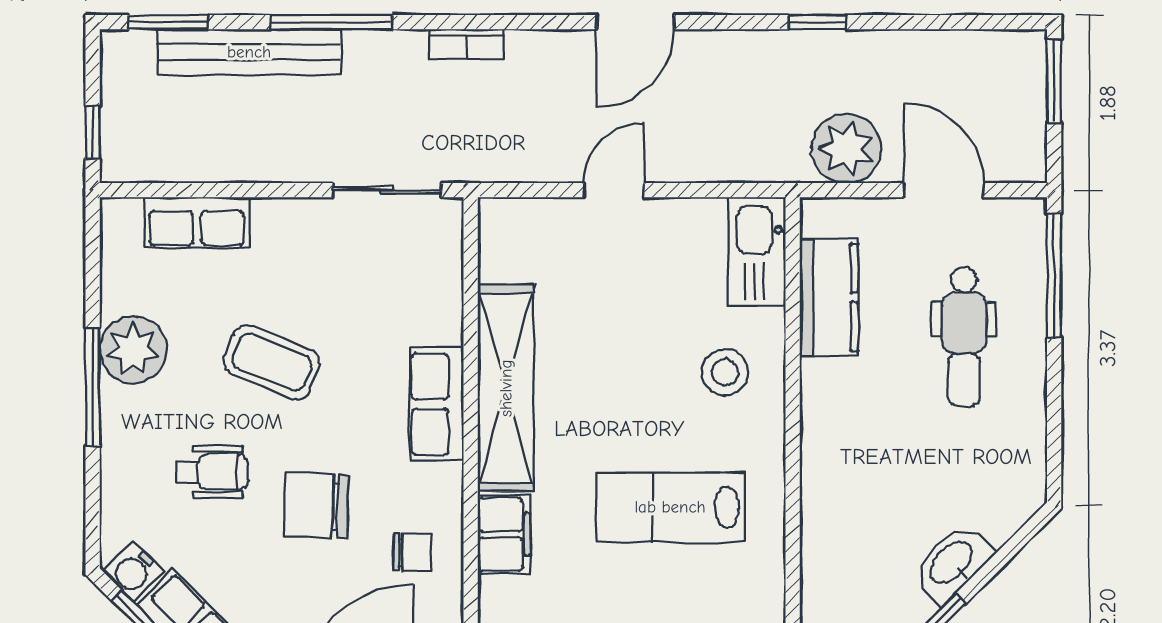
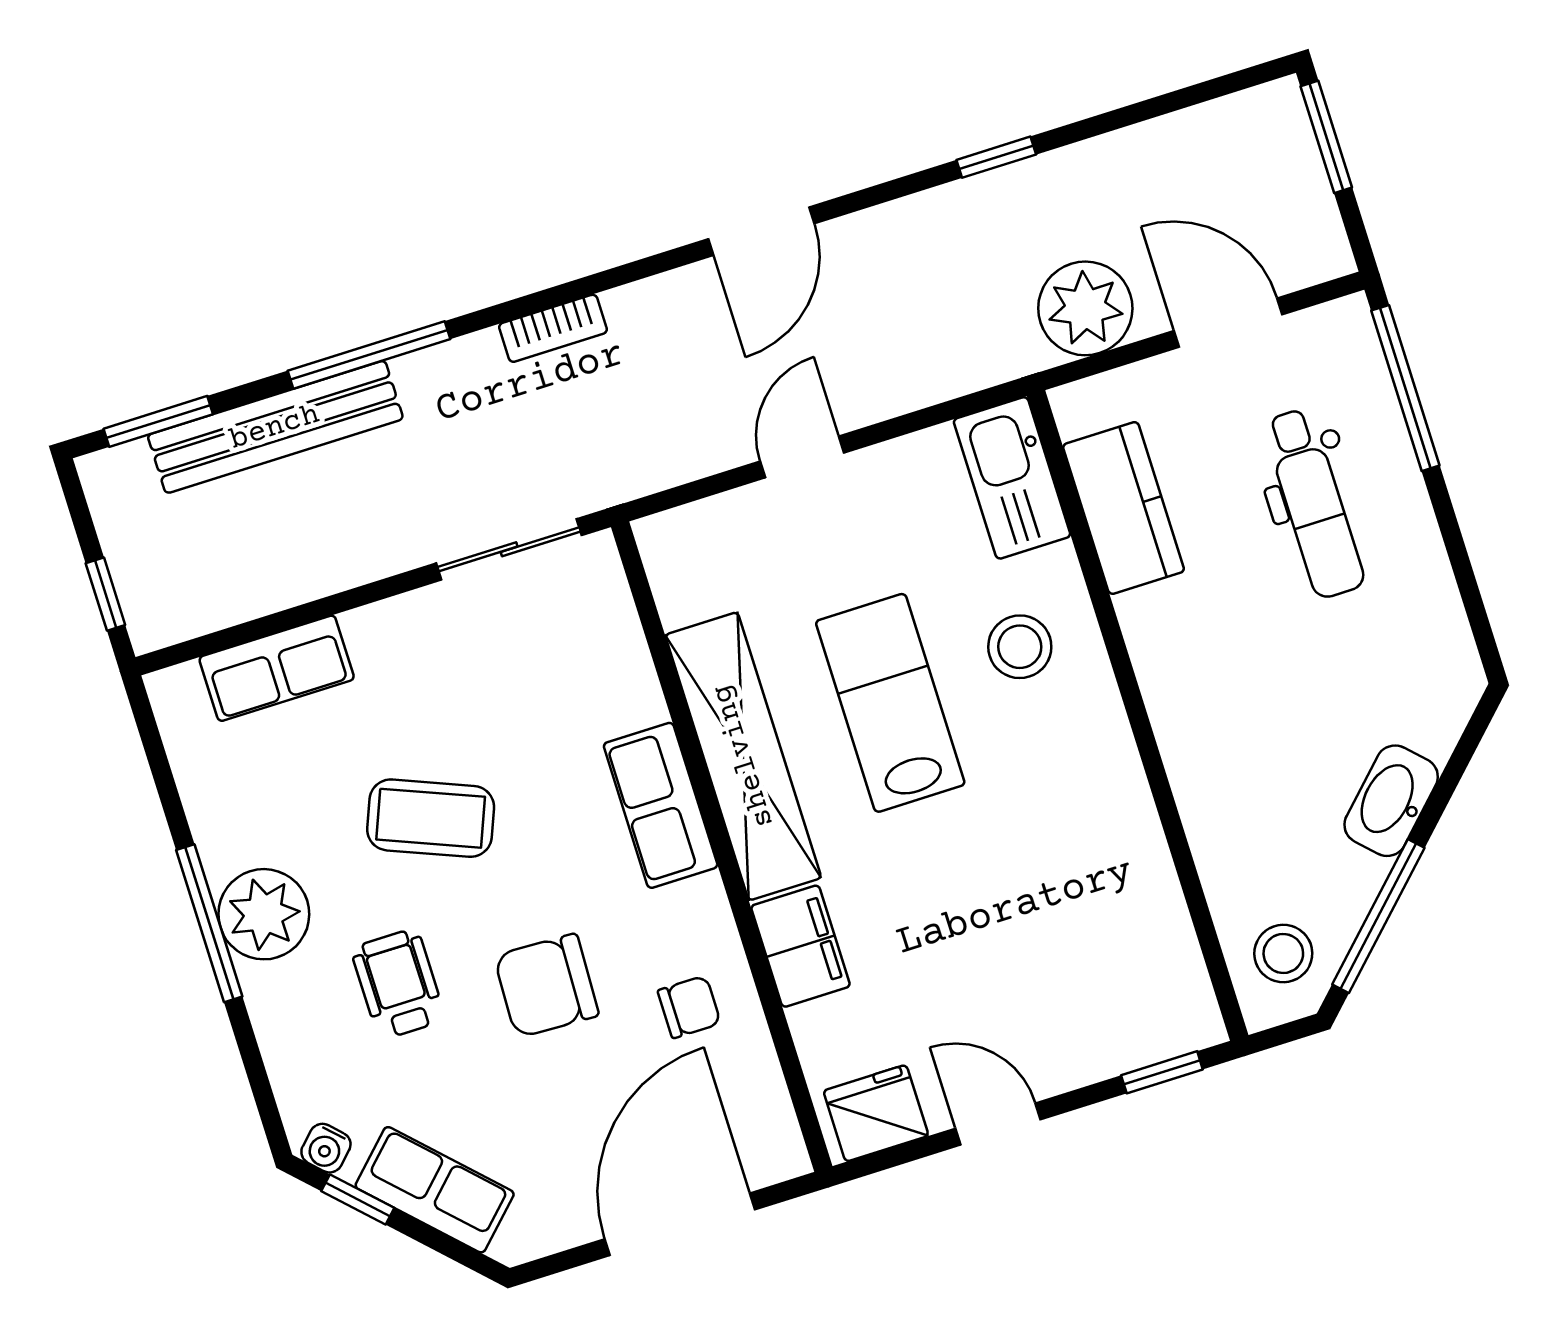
plant: (133, 350) -> (264, 914), moved
wheelchair: (212, 472) -> (398, 984), turned -90
lab bench: (670, 507) -> (890, 703), moved, turned 90
water cooler: (133, 571) -> (326, 1148), width x0.72, depth x0.72

